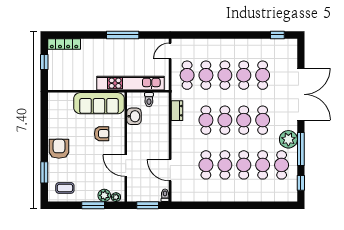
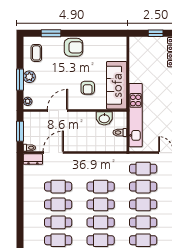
dresser: (177, 111) -> (33, 159), moved
plant: (104, 195) -> (29, 77), moved

